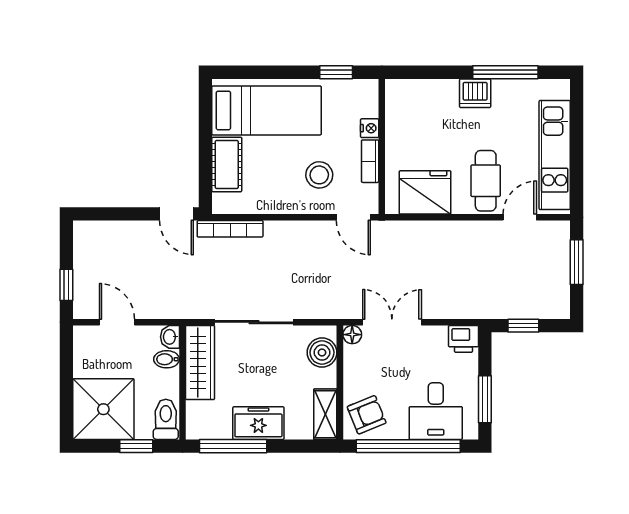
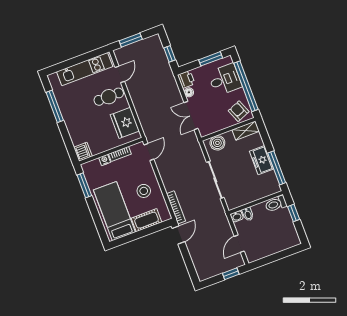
window: (336, 72) -> (84, 185), width x1.50
dishwasher: (475, 93) -> (83, 152), moved
stool: (319, 175) -> (144, 191), moved
door: (520, 217) -> (120, 74), swing flipped
floor lamp: (352, 335) -> (189, 92), moved
wardrobe: (200, 362) -> (243, 198), removed
shower: (103, 409) -> (282, 235), removed

